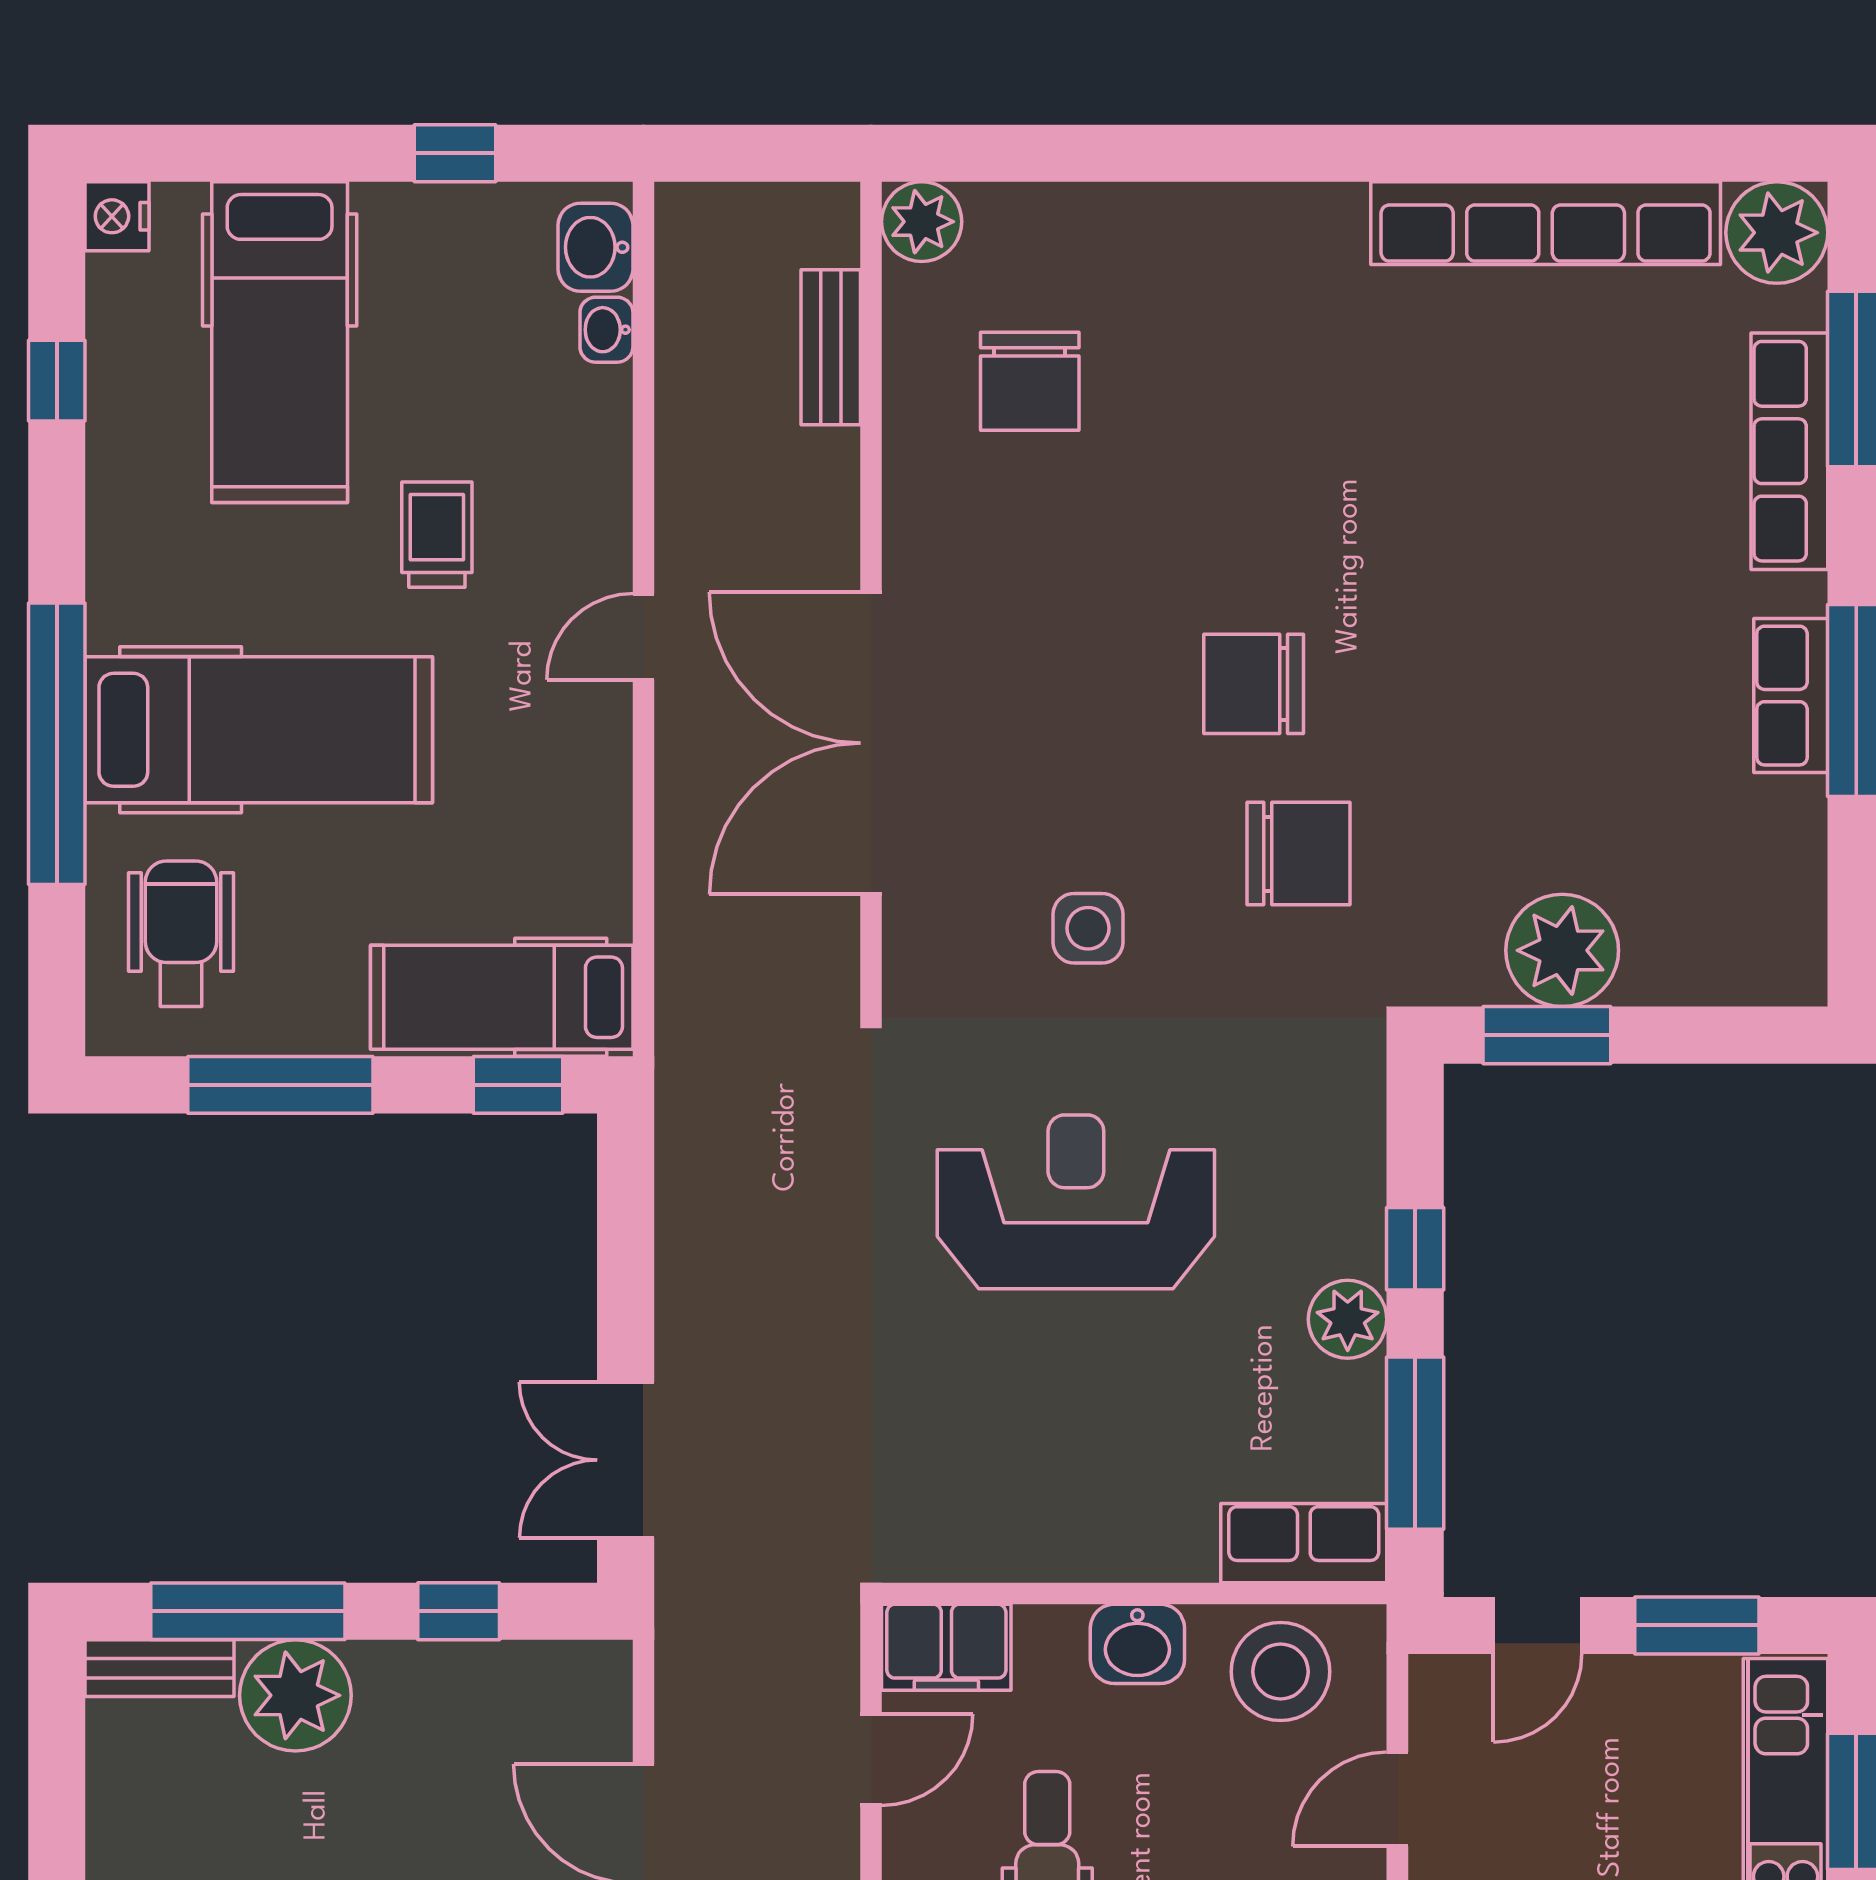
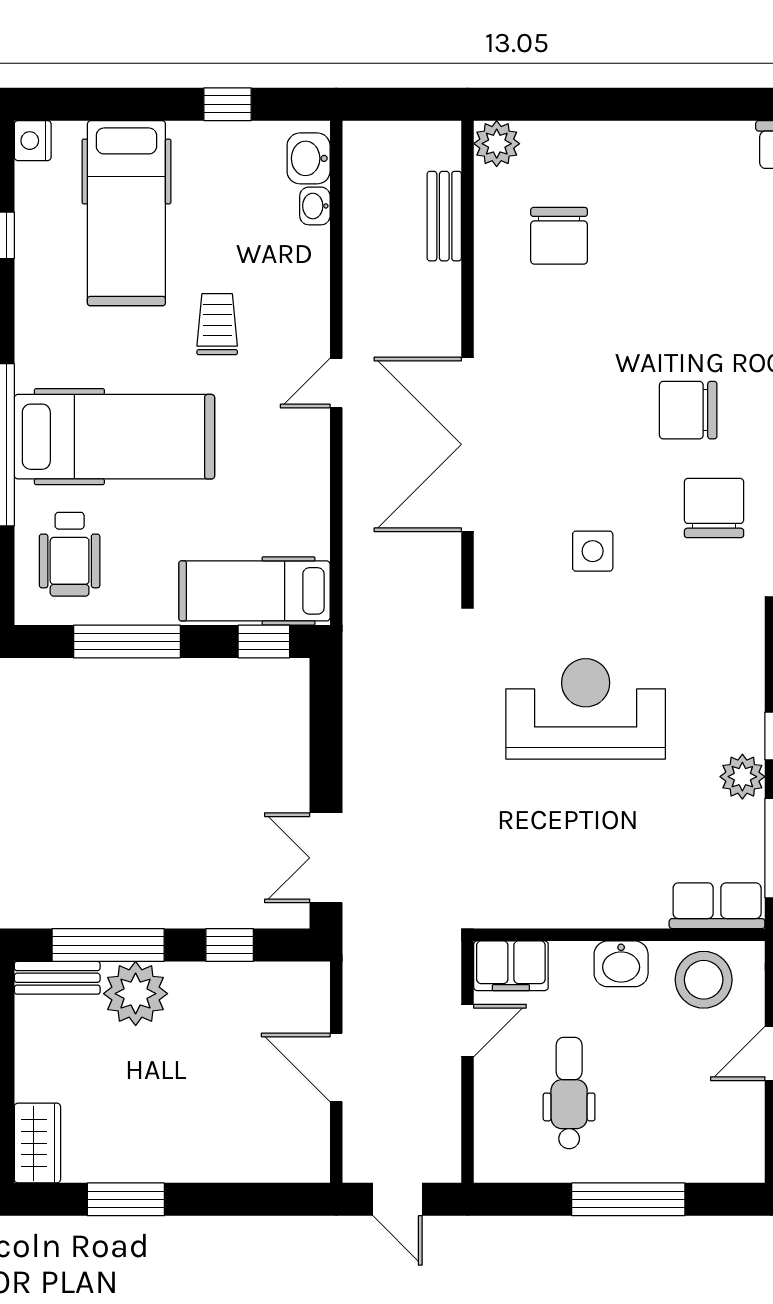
chair: (1298, 854) -> (714, 508), turned -90
wheelchair: (181, 934) -> (70, 554), turned 180

